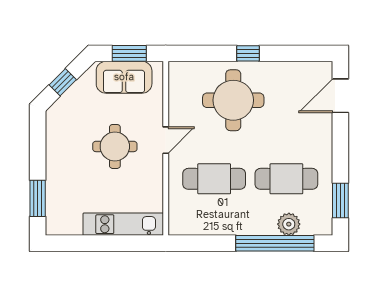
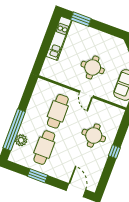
round table: (233, 100) -> (94, 136), width x0.73, depth x0.73
window: (340, 200) -> (38, 176), moved
kitchen unit: (123, 224) -> (59, 38), moved

